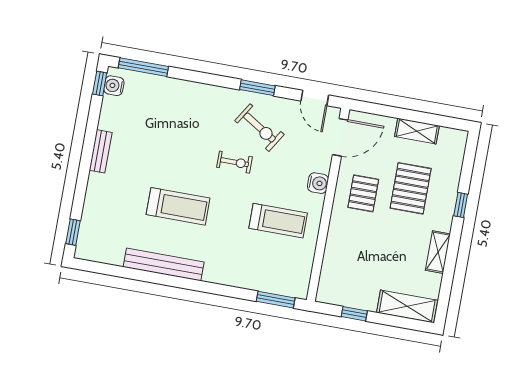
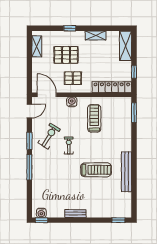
window: (143, 67) -> (29, 167), moved
shelving: (417, 131) -> (37, 46), moved
treadmill: (178, 206) -> (96, 170), turned 90
locker: (332, 266) -> (112, 87), added

